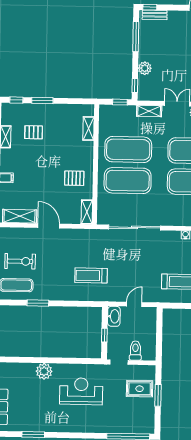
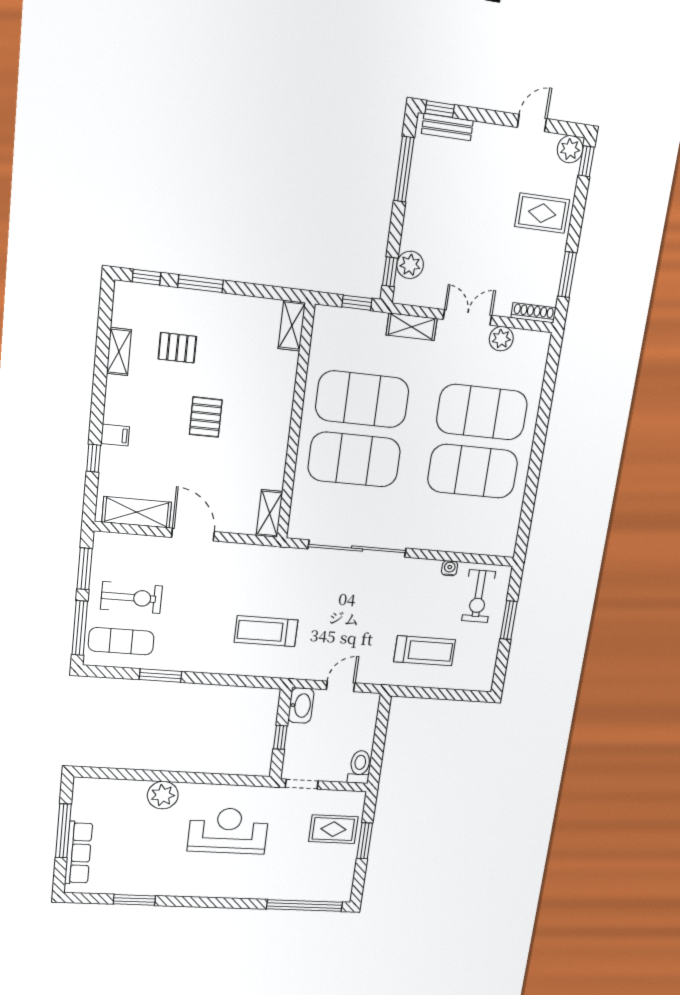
plant: (145, 68) -> (410, 265), moved
shelving: (88, 128) -> (292, 326), moved
pallet: (74, 178) -> (206, 417), moved, turned 90
toilet: (135, 350) -> (360, 767), moved

